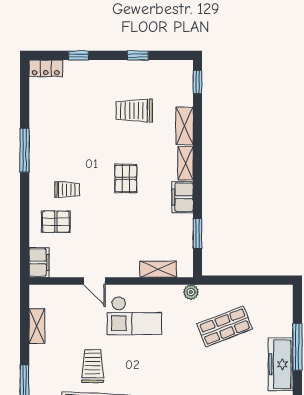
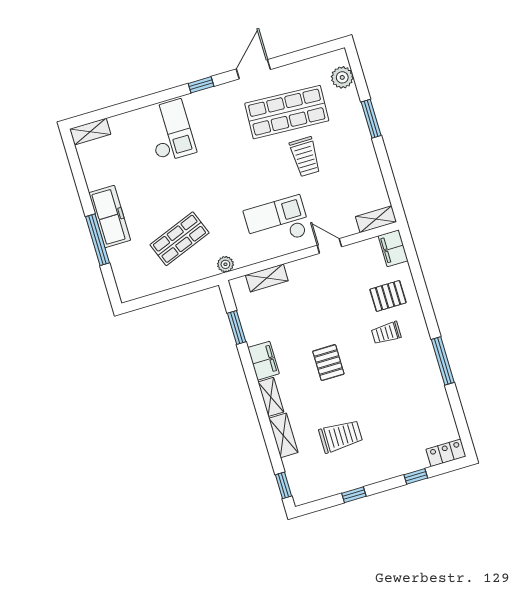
shelving: (37, 326) -> (376, 219), moved, turned 90

